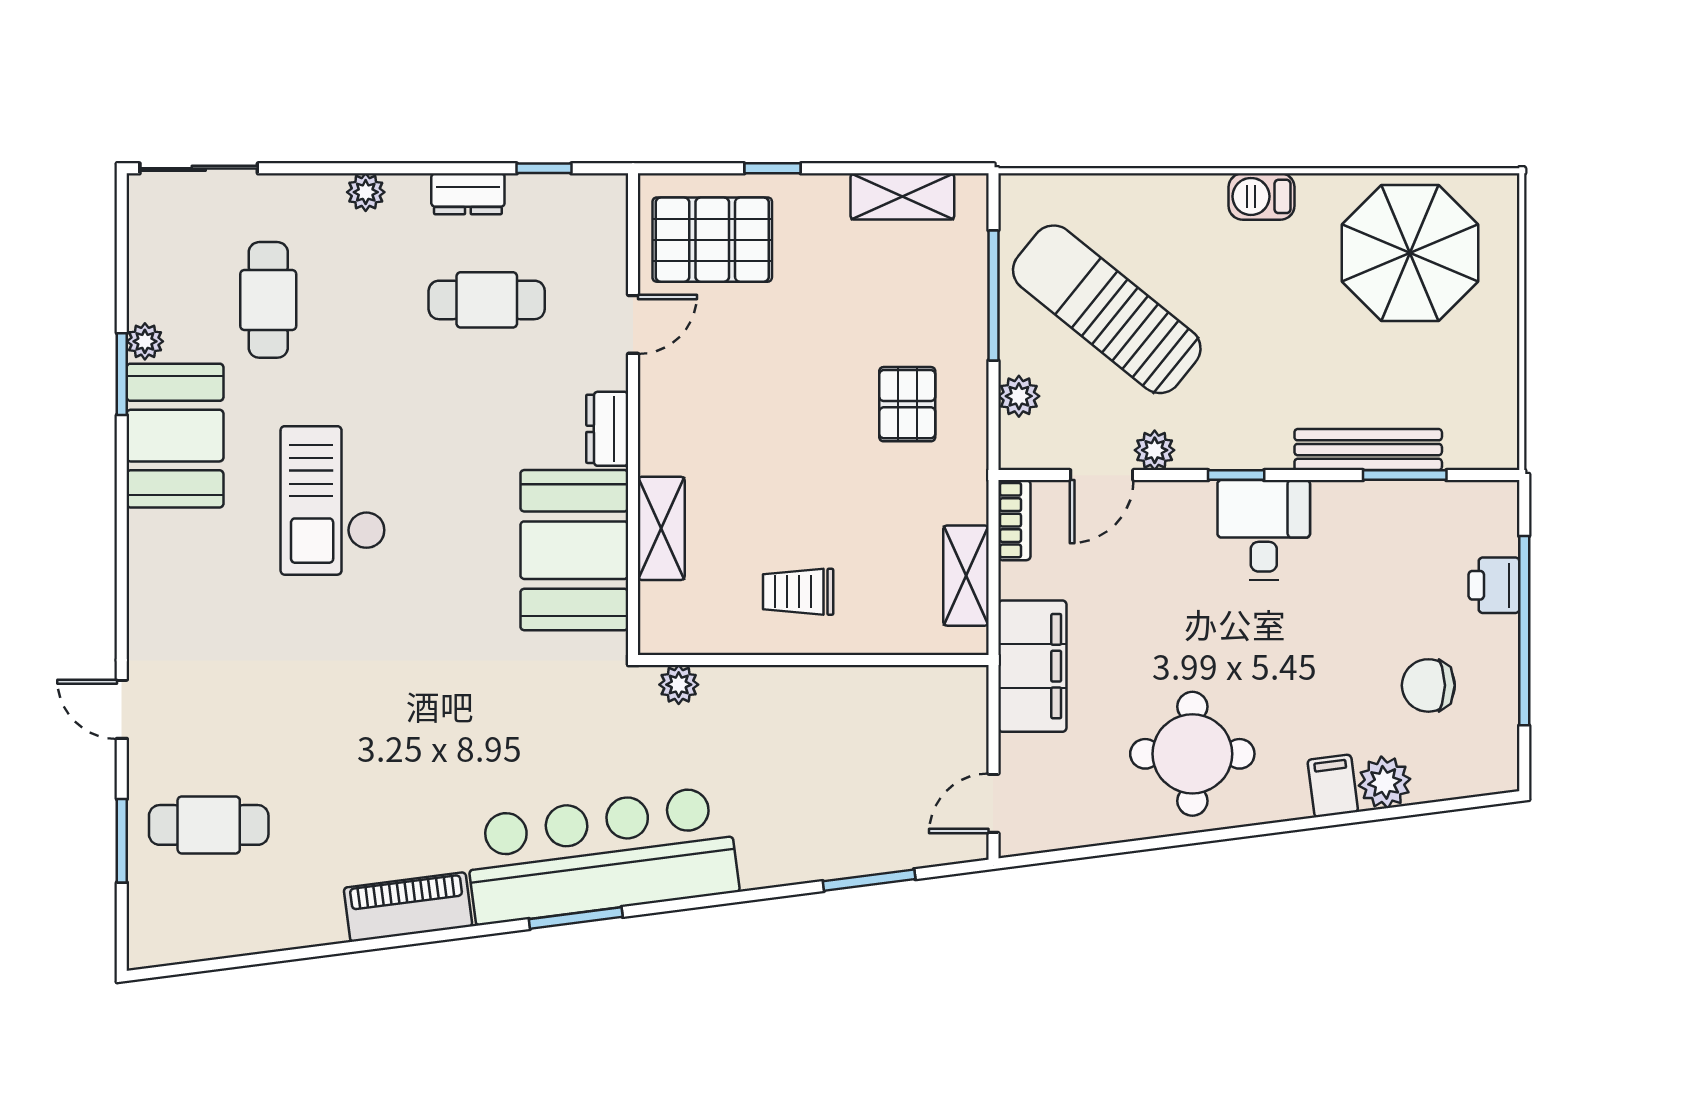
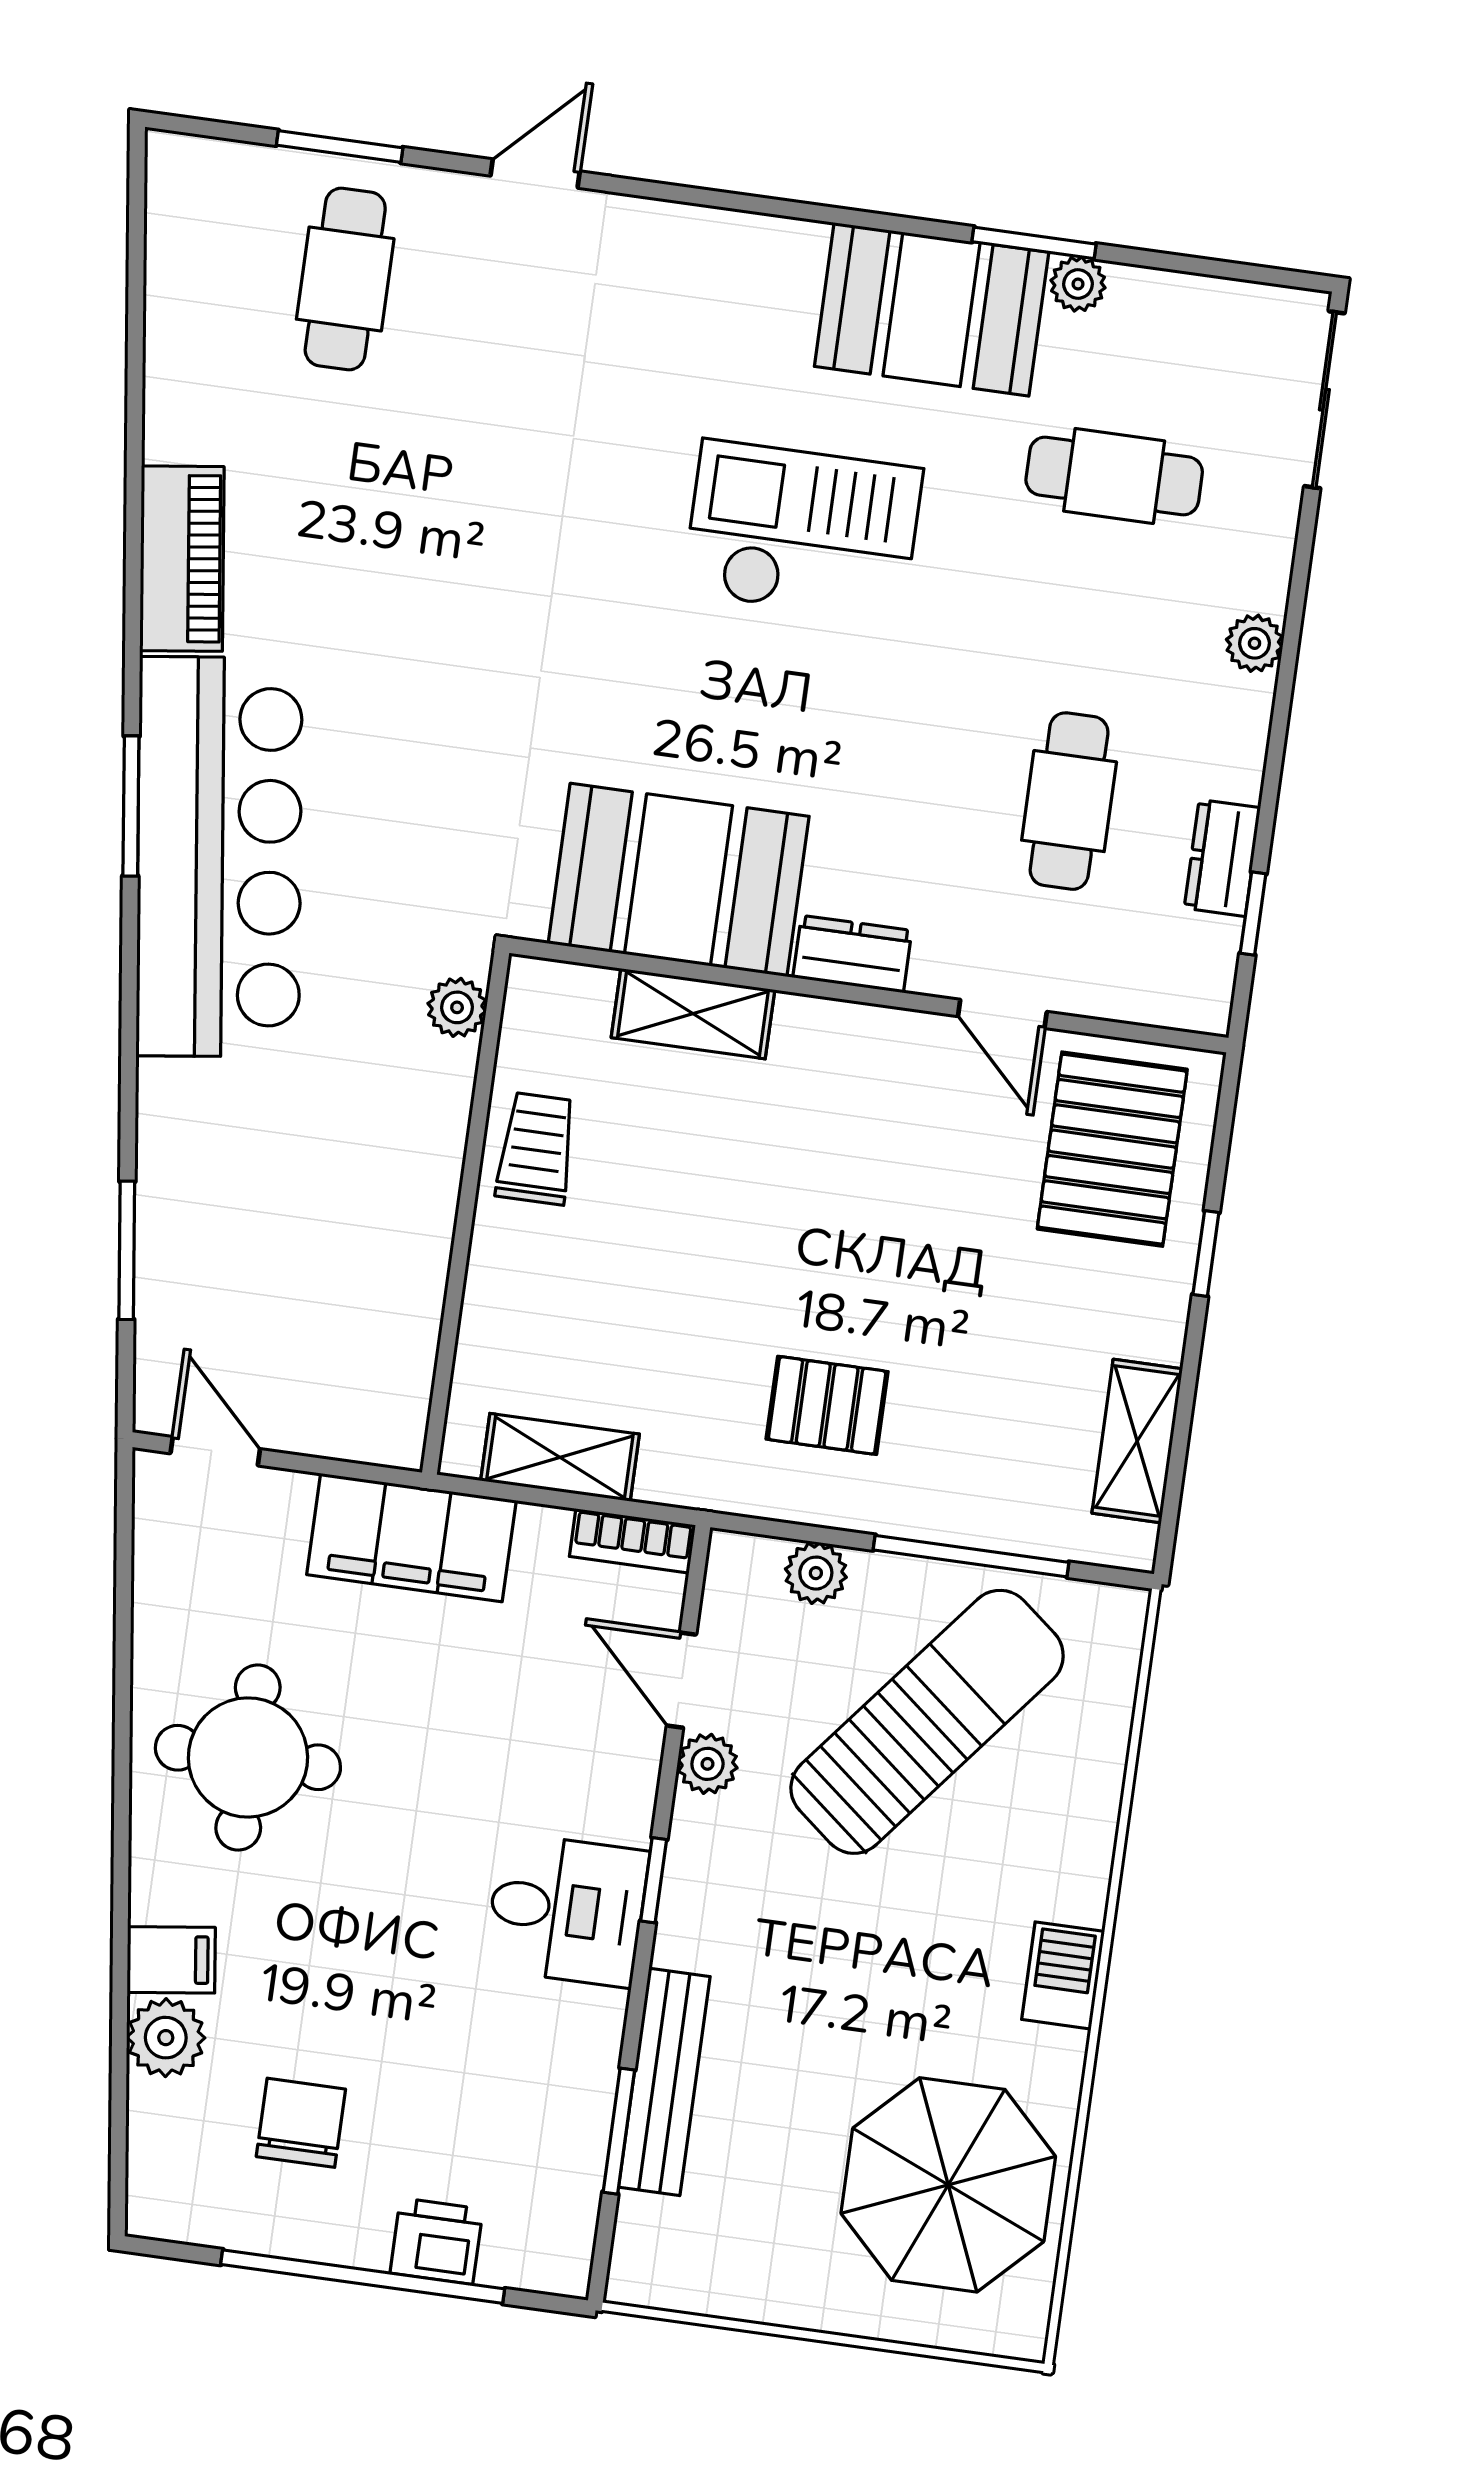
dresser: (468, 194) -> (1222, 858), moved
trolley: (798, 592) -> (536, 1149), moved

